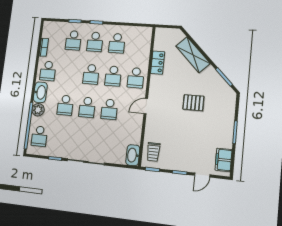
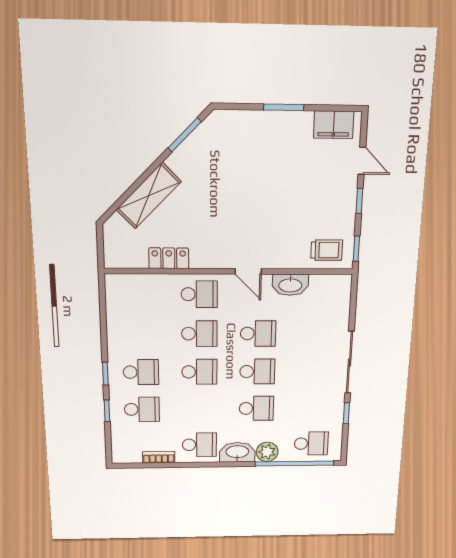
school desk: (117, 43) -> (140, 334), removed
pallet: (193, 103) -> (236, 187), removed
washbasin: (133, 155) -> (290, 285), moved

